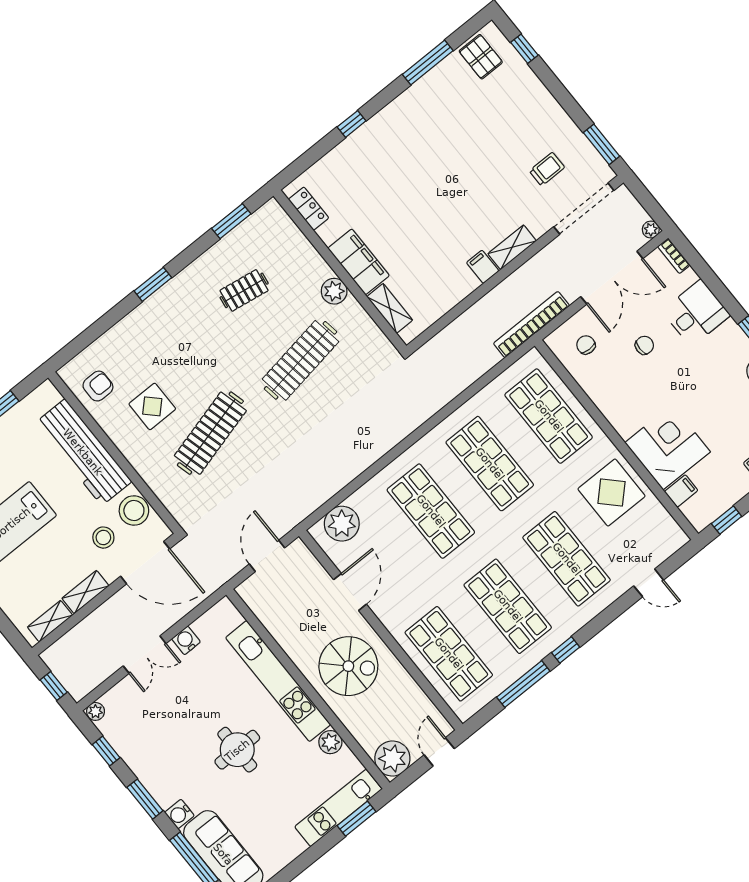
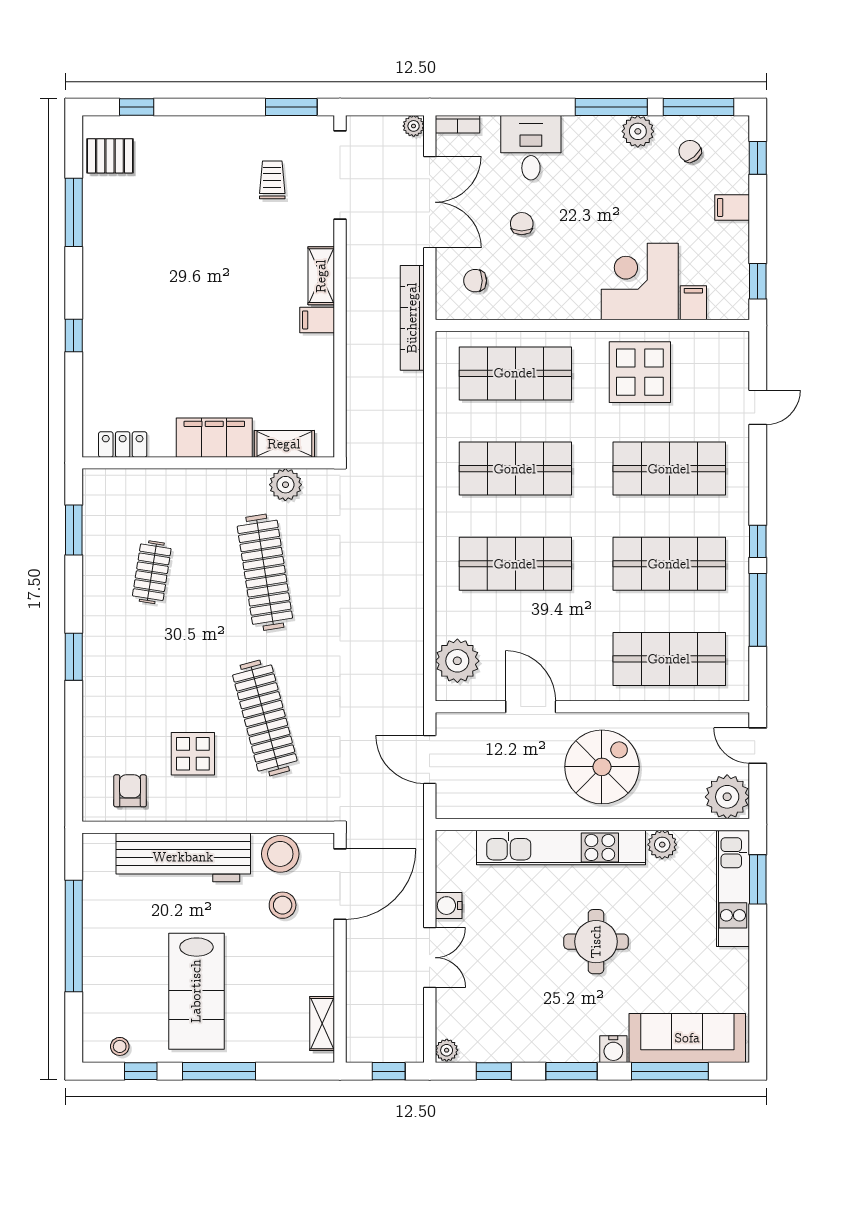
plant: (334, 291) -> (285, 485), moved
shelving: (85, 592) -> (322, 966), removed

